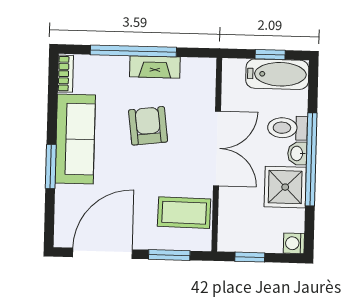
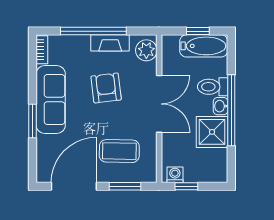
plant: (202, 78) -> (146, 50), added
coffee table: (184, 213) -> (119, 151), moved
washing machine: (294, 243) -> (175, 175), moved, turned 90

